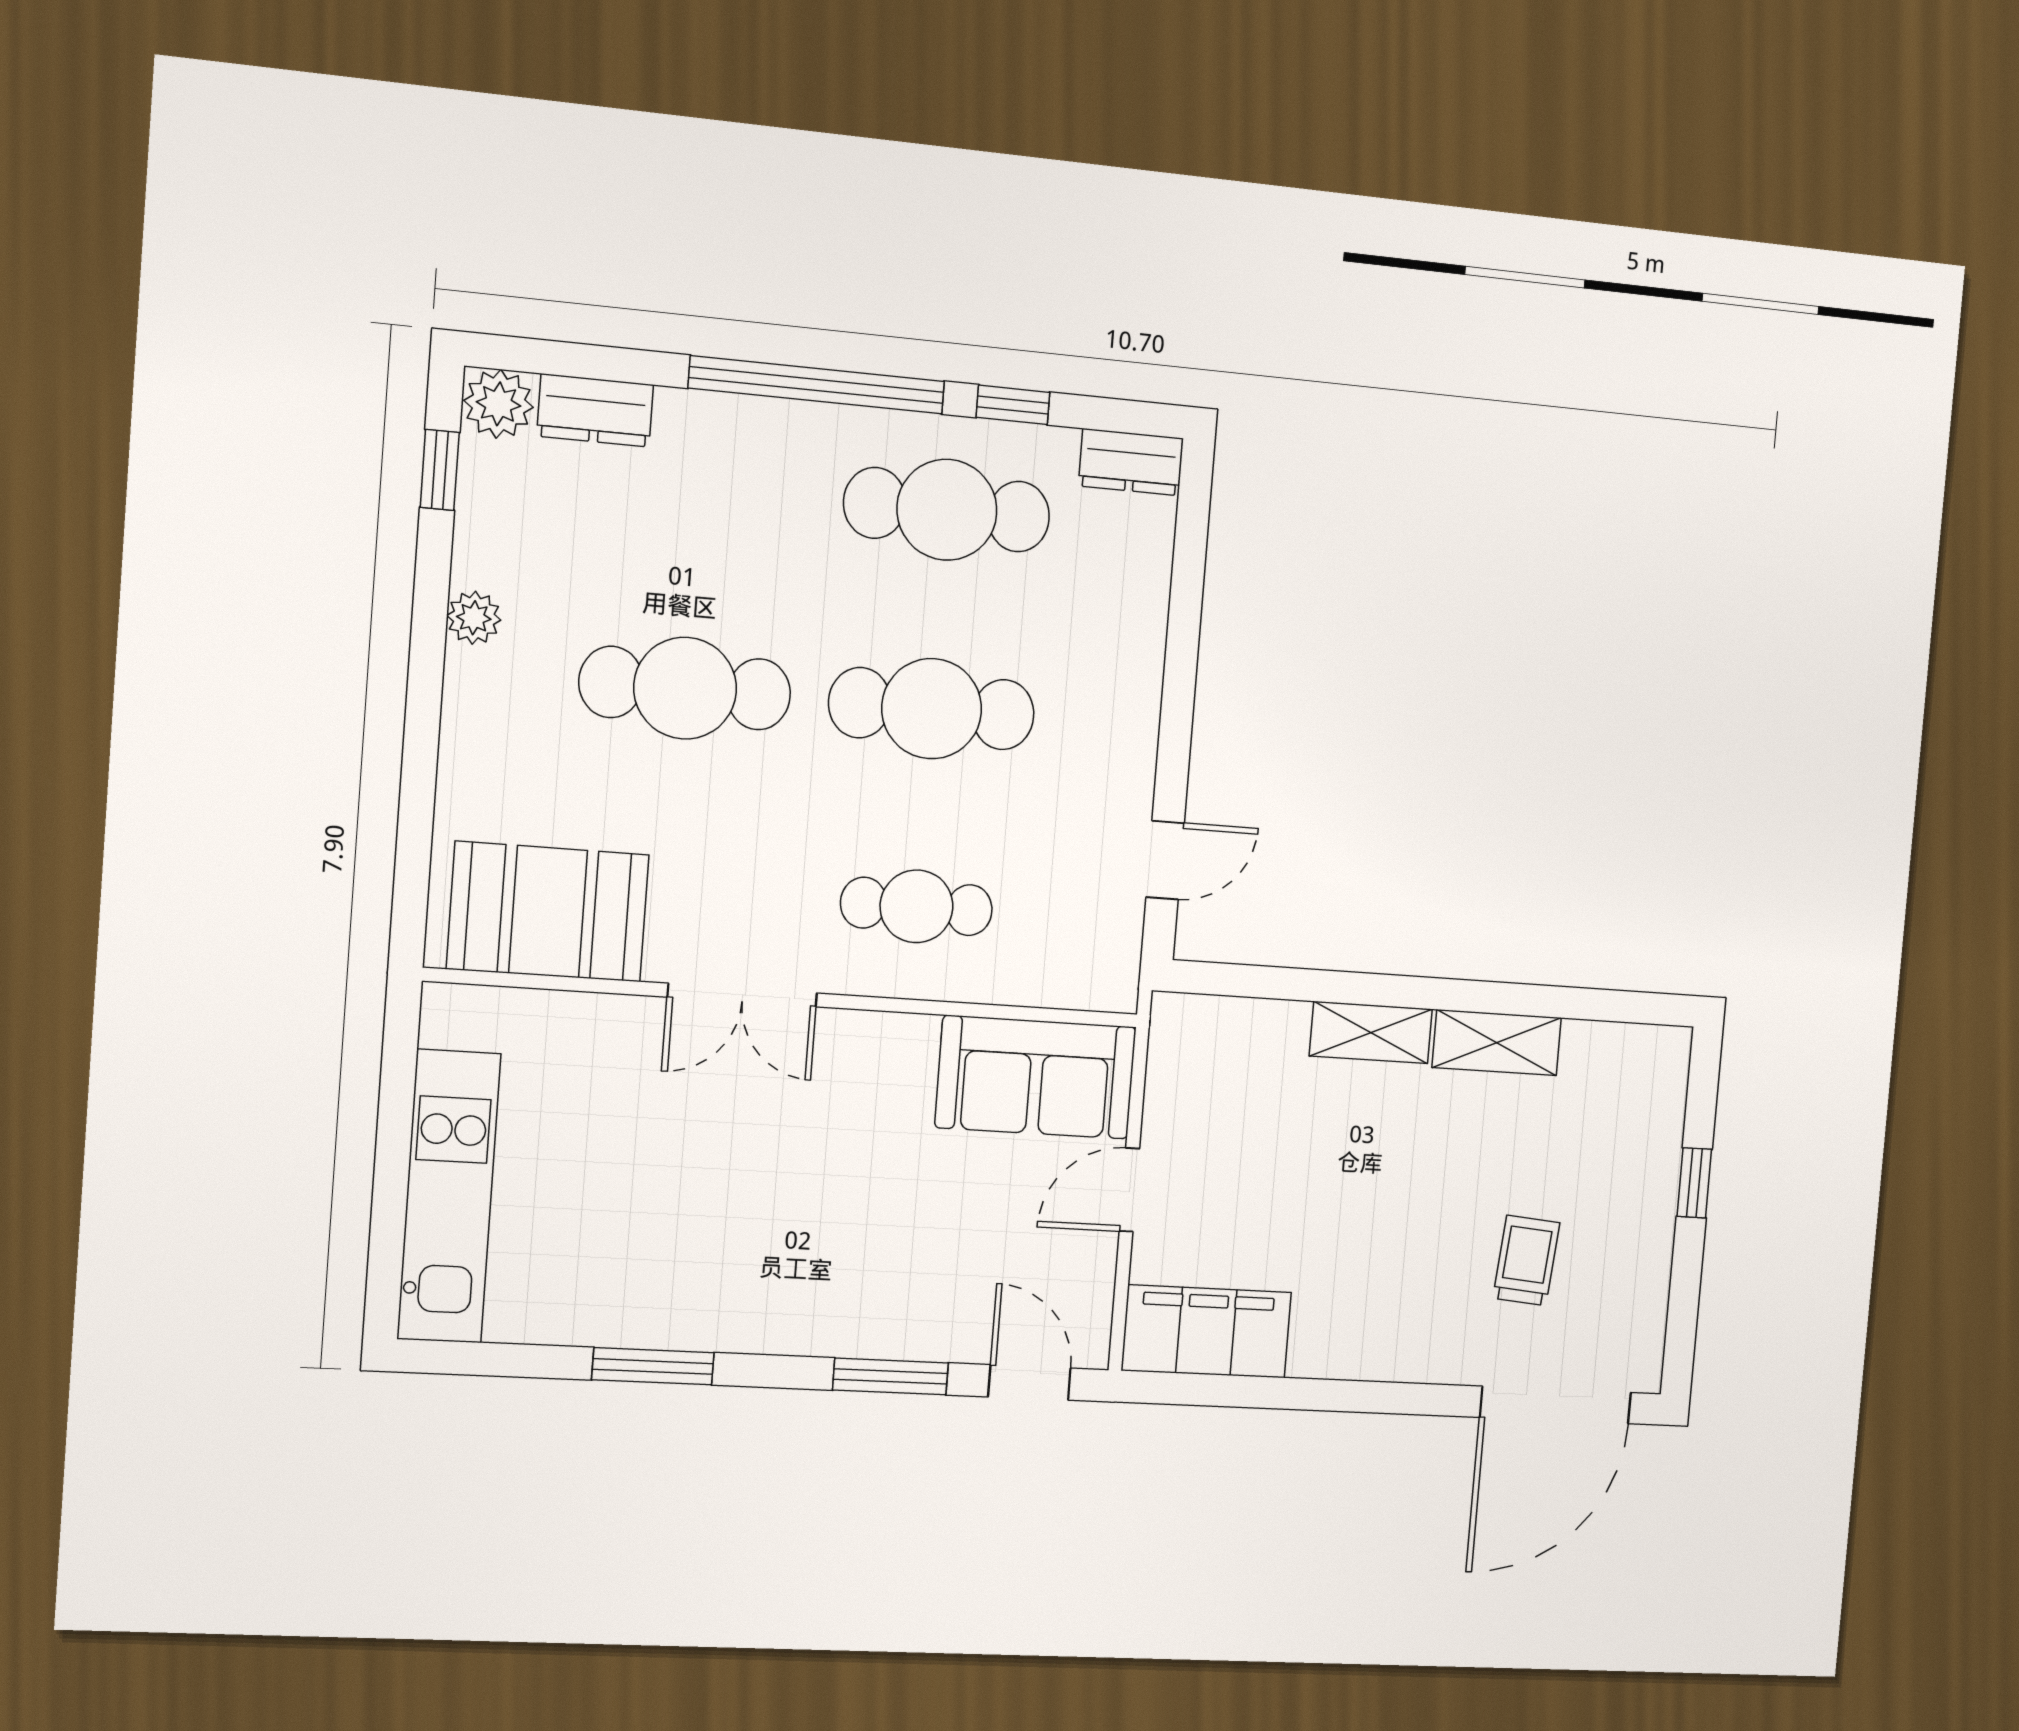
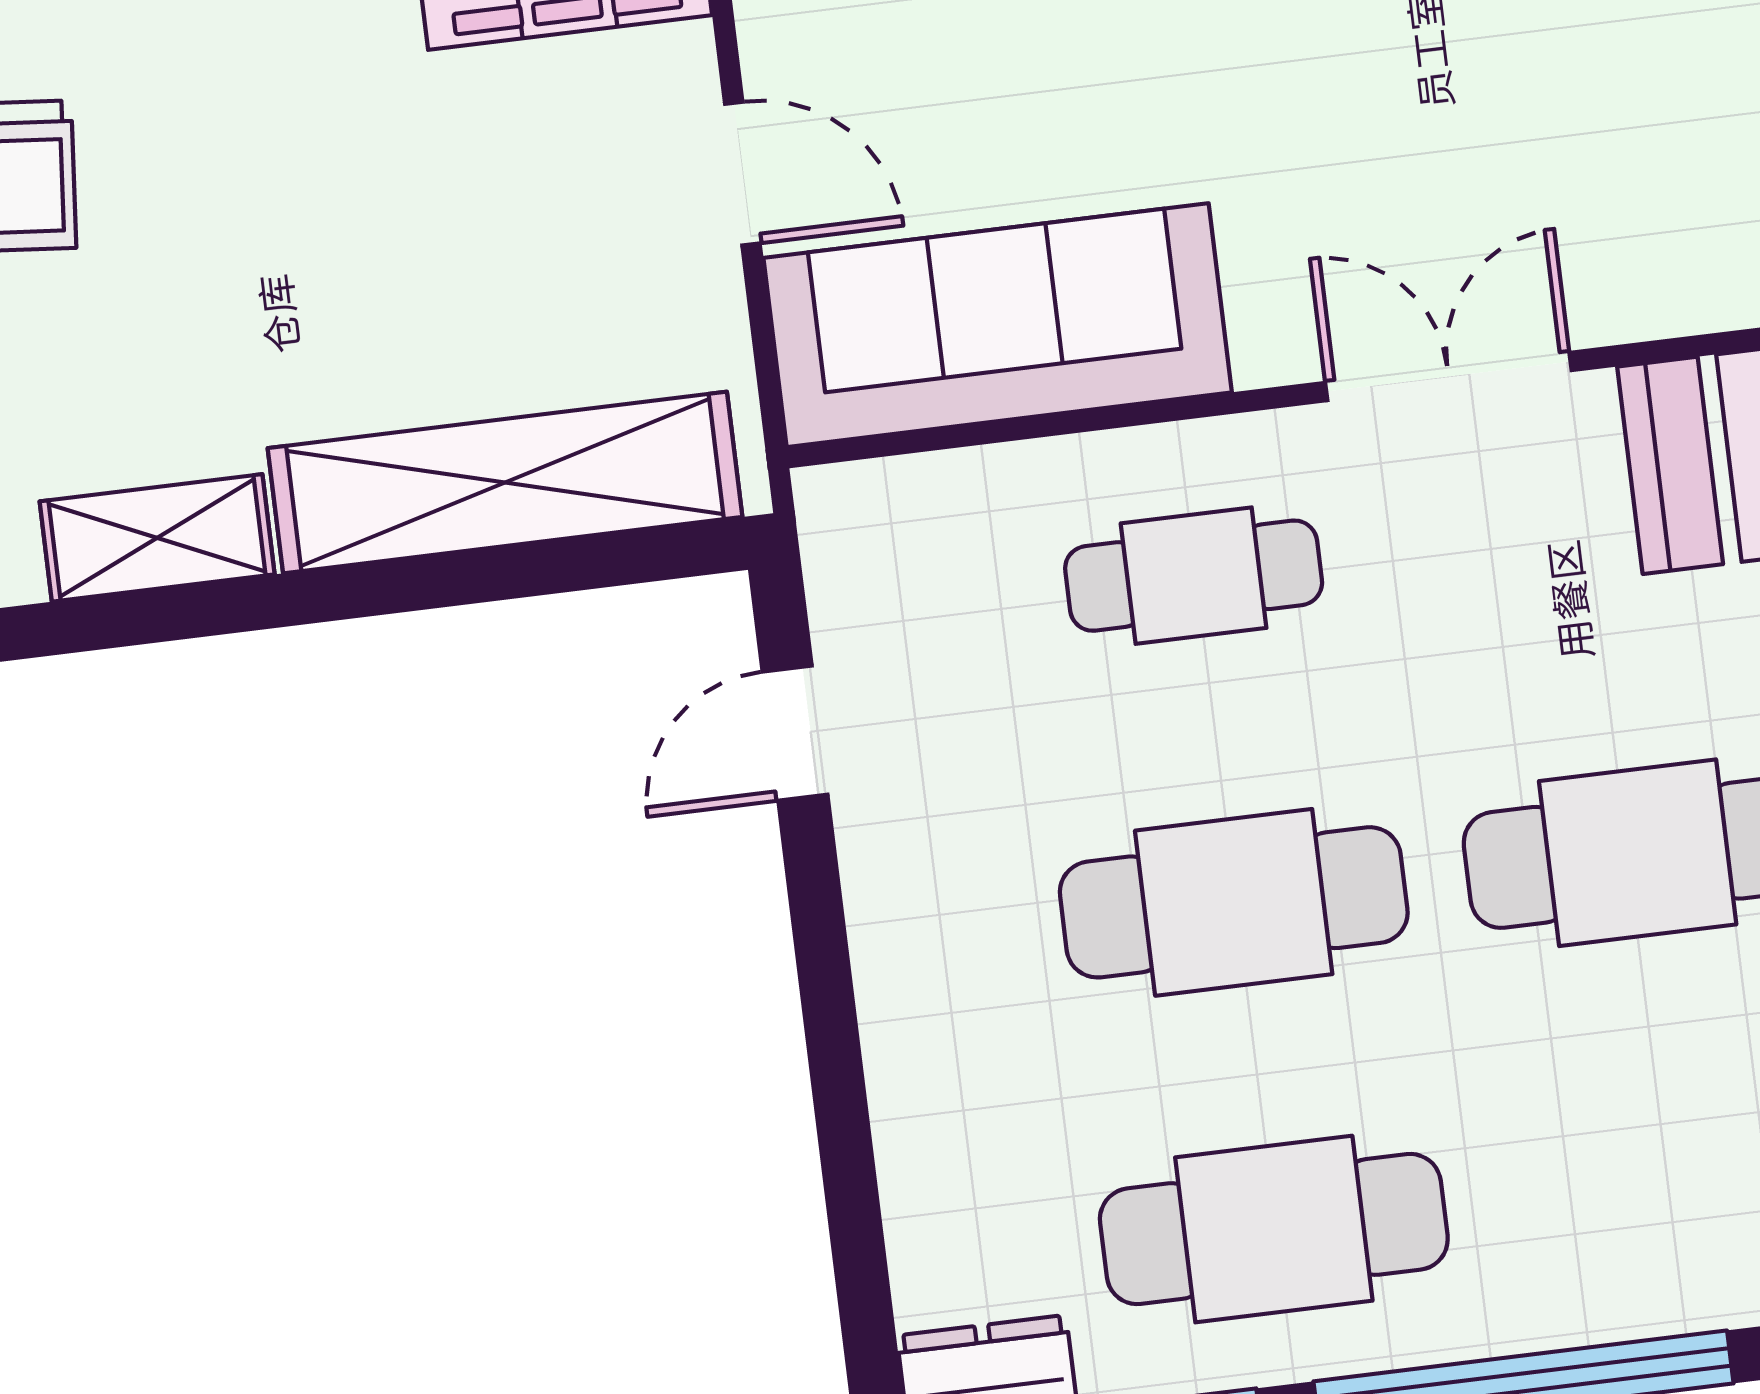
shelving: (1371, 1033) -> (505, 483), width x2.20, depth x1.33
sofa: (1036, 1077) -> (998, 325), width x1.36
door: (1129, 1190) -> (742, 174), hinge flipped

